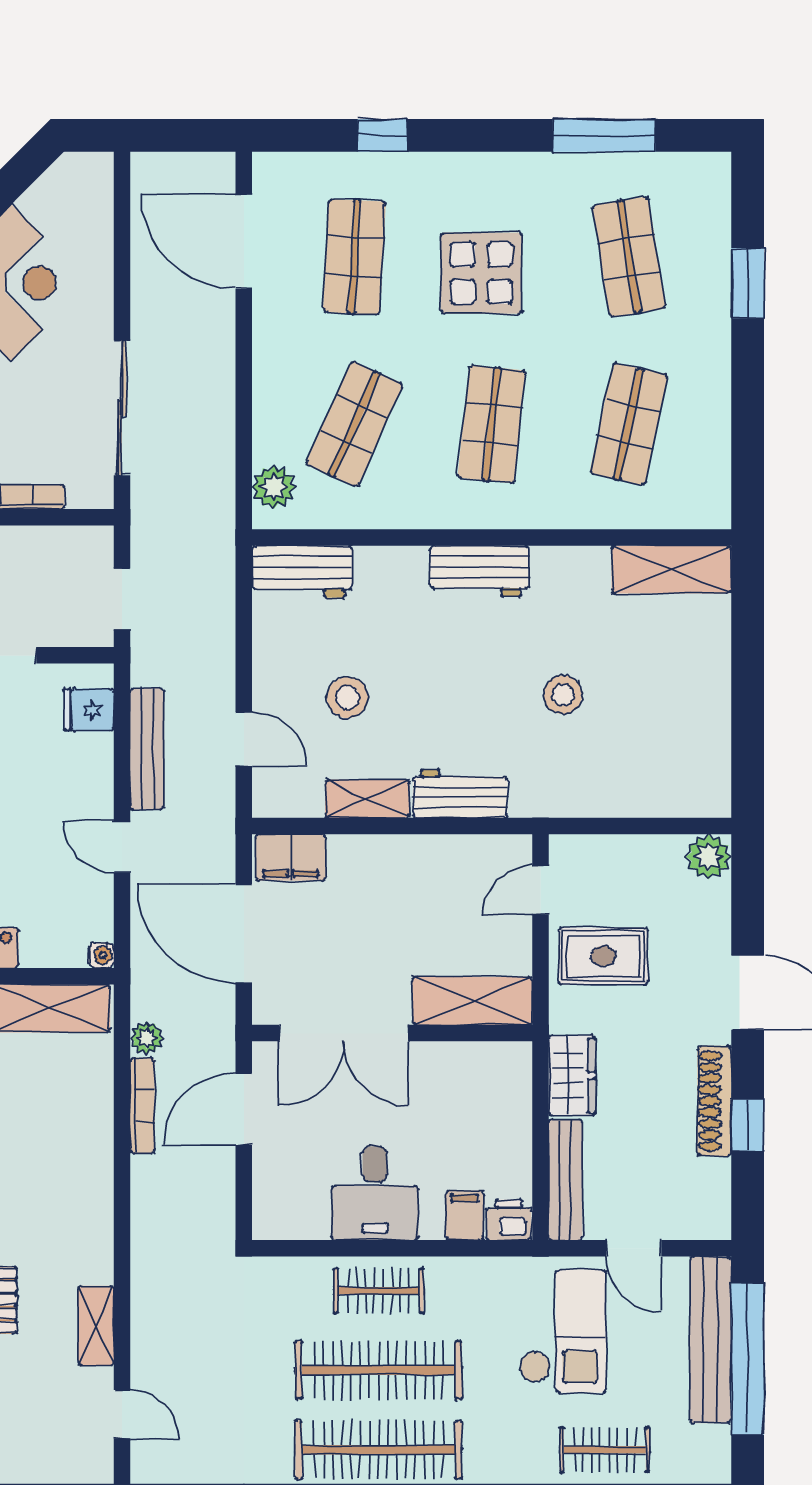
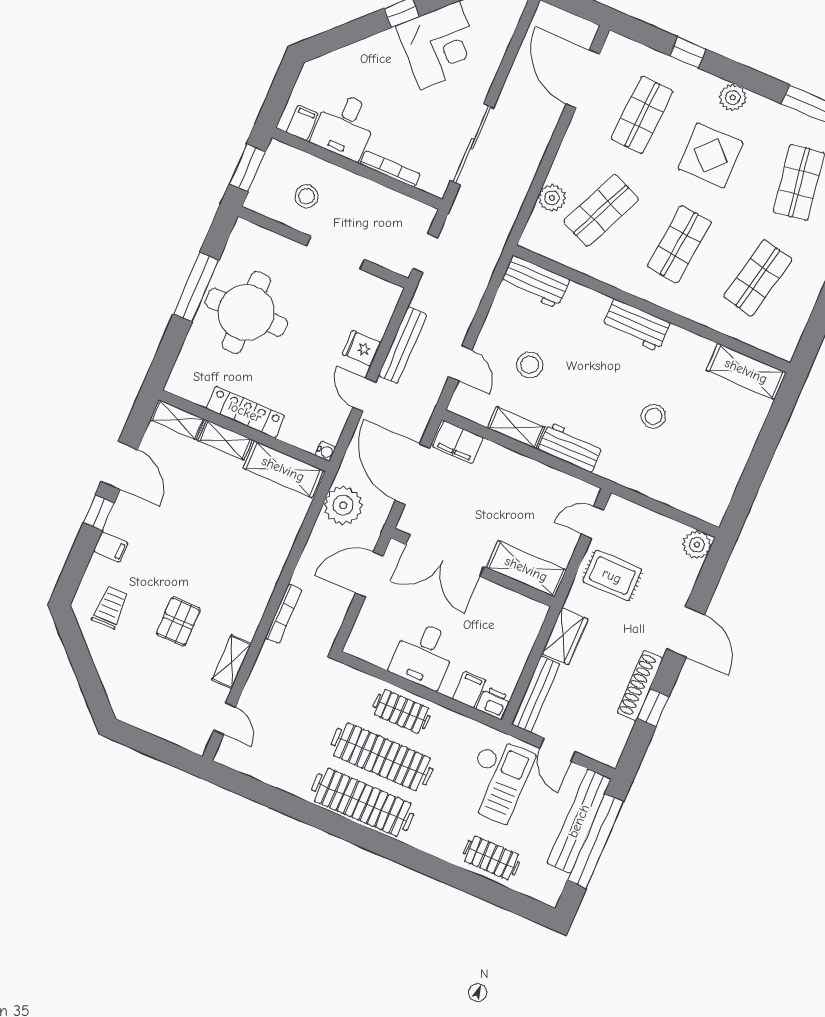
plant: (477, 173) -> (733, 97), added
plant: (274, 487) -> (552, 198), moved
fridge: (89, 710) -> (362, 348), moved
plant: (147, 1038) -> (343, 505), width x1.88, depth x1.88
bookcase: (142, 1106) -> (284, 614), moved

